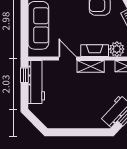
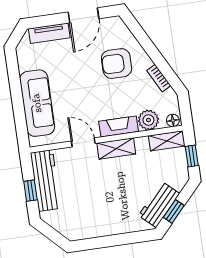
window: (24, 75) -> (30, 191), moved

